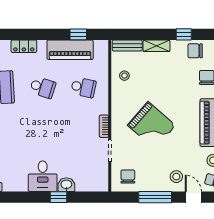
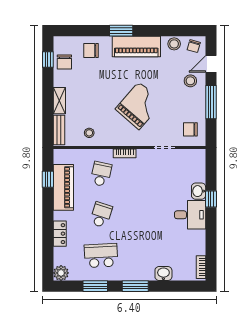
window: (184, 34) -> (48, 59), moved
bookcase: (104, 126) -> (125, 153), moved

